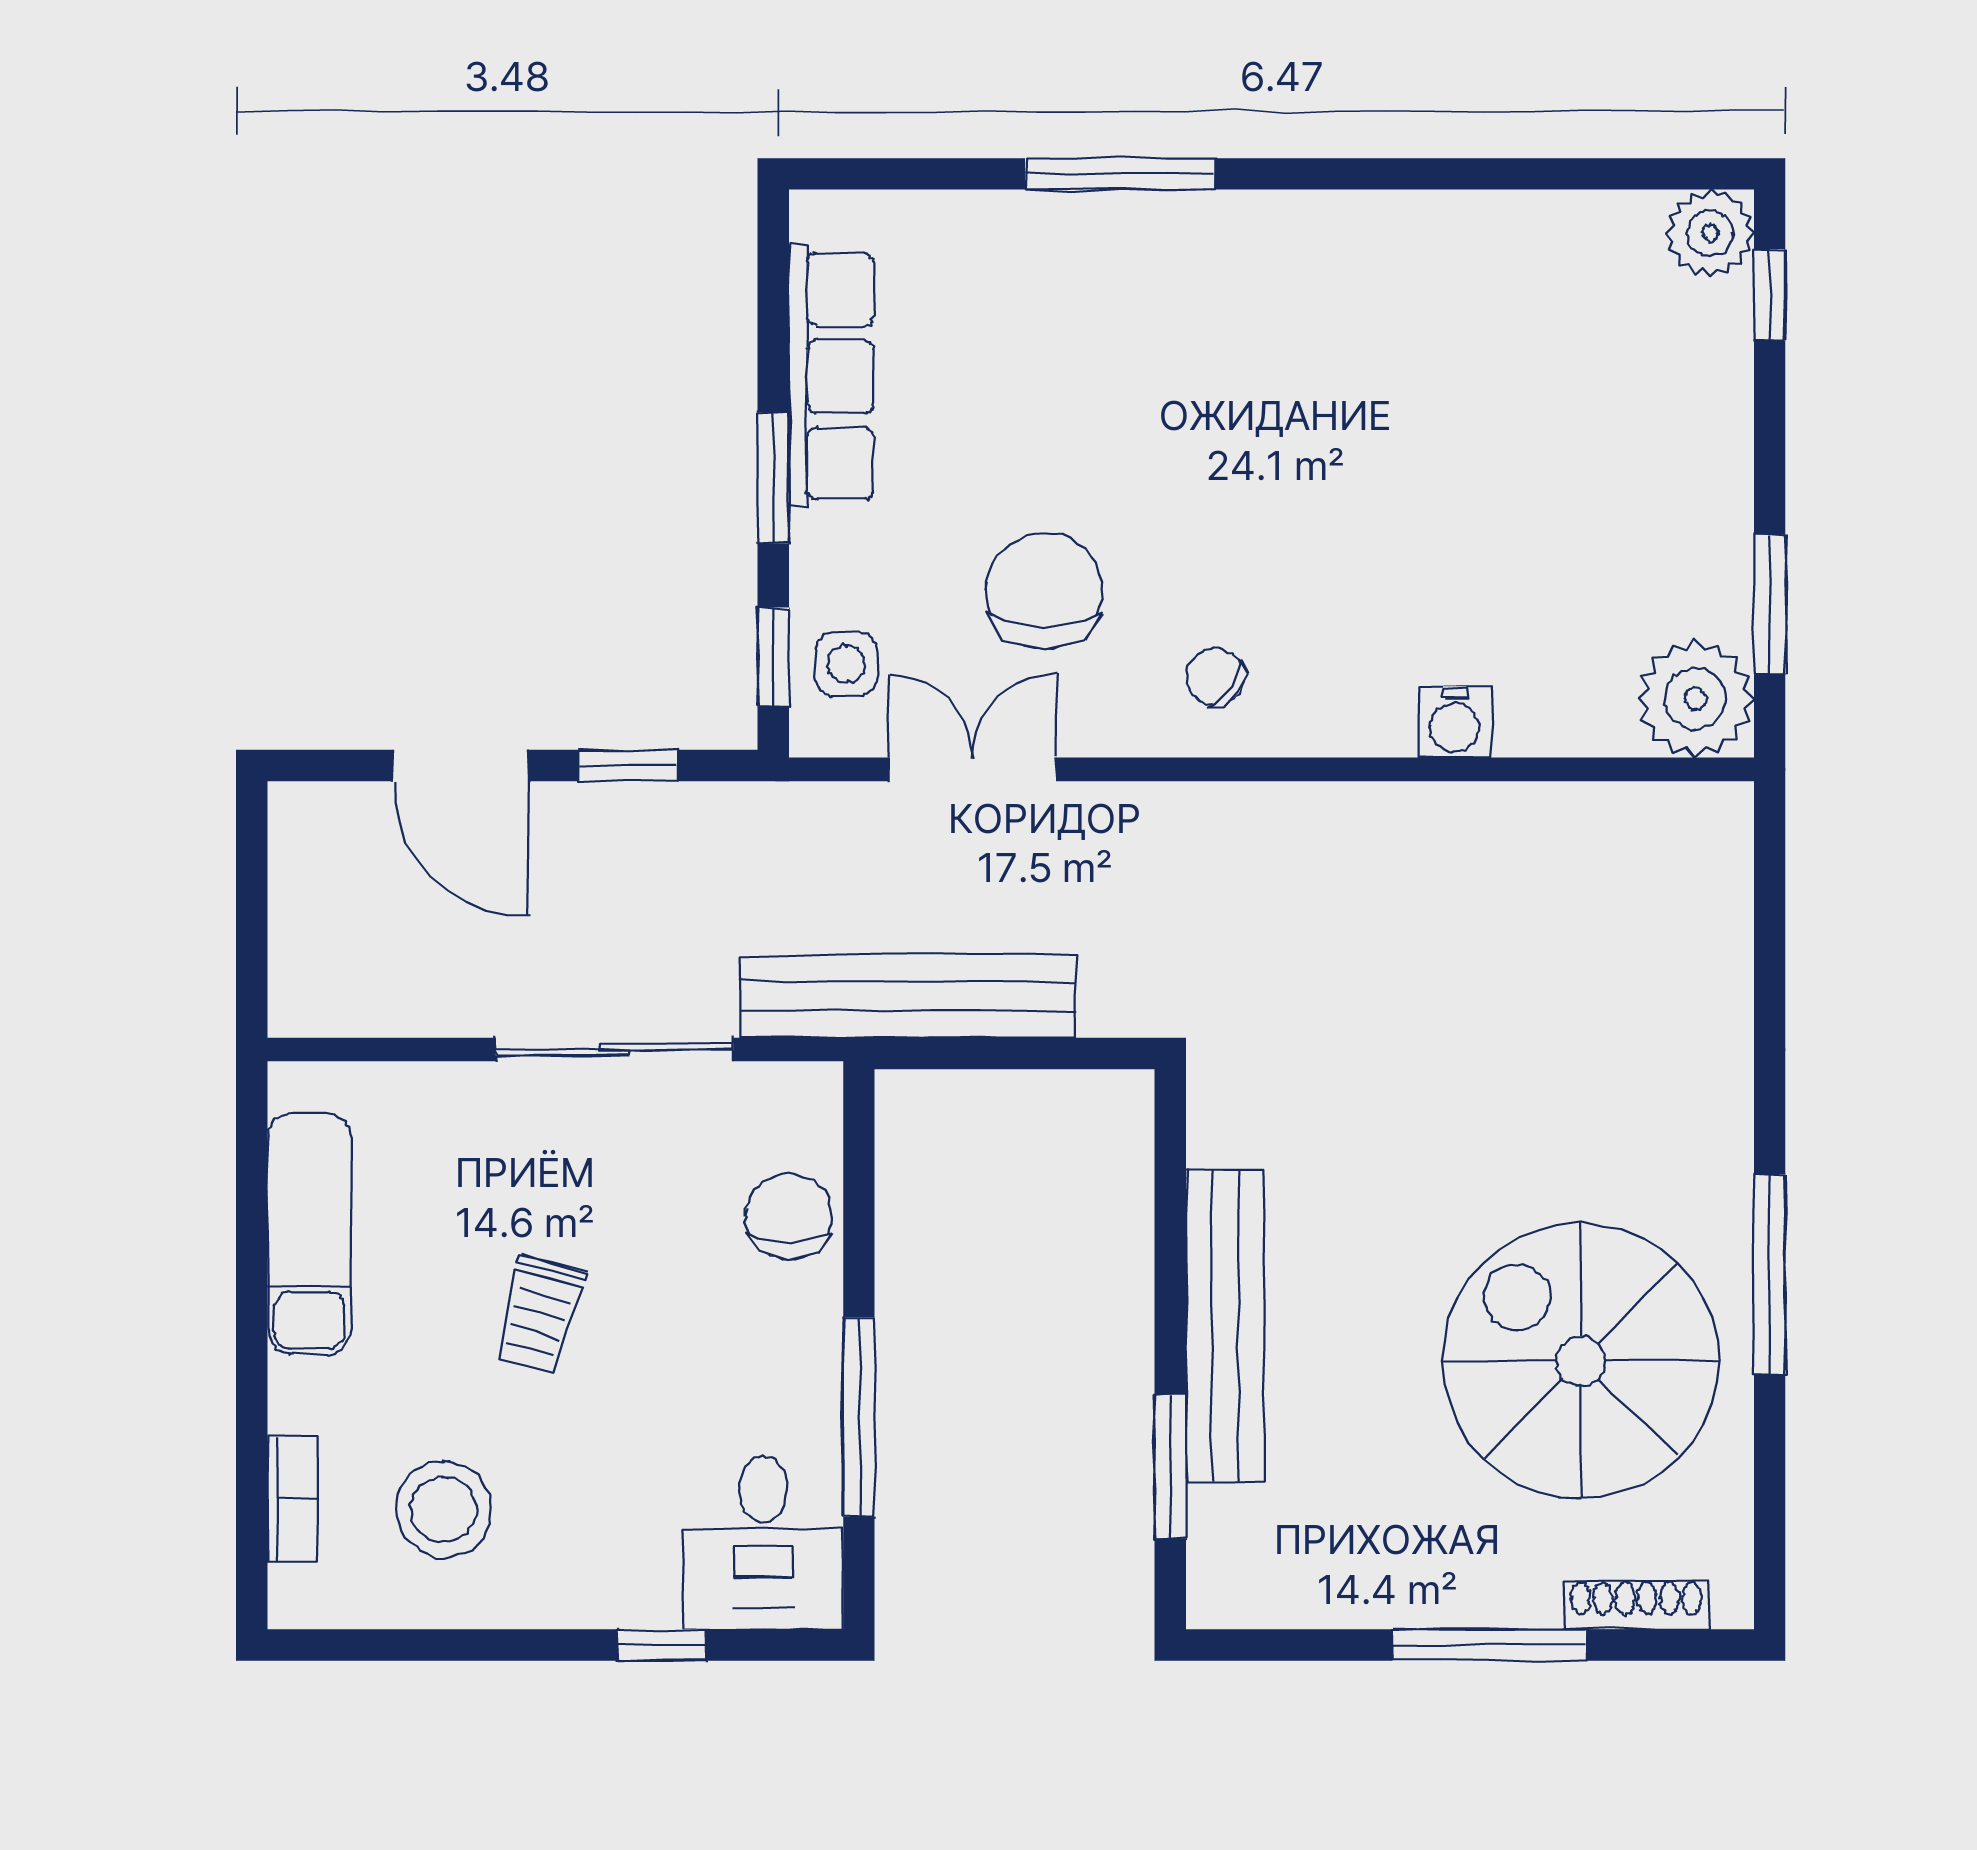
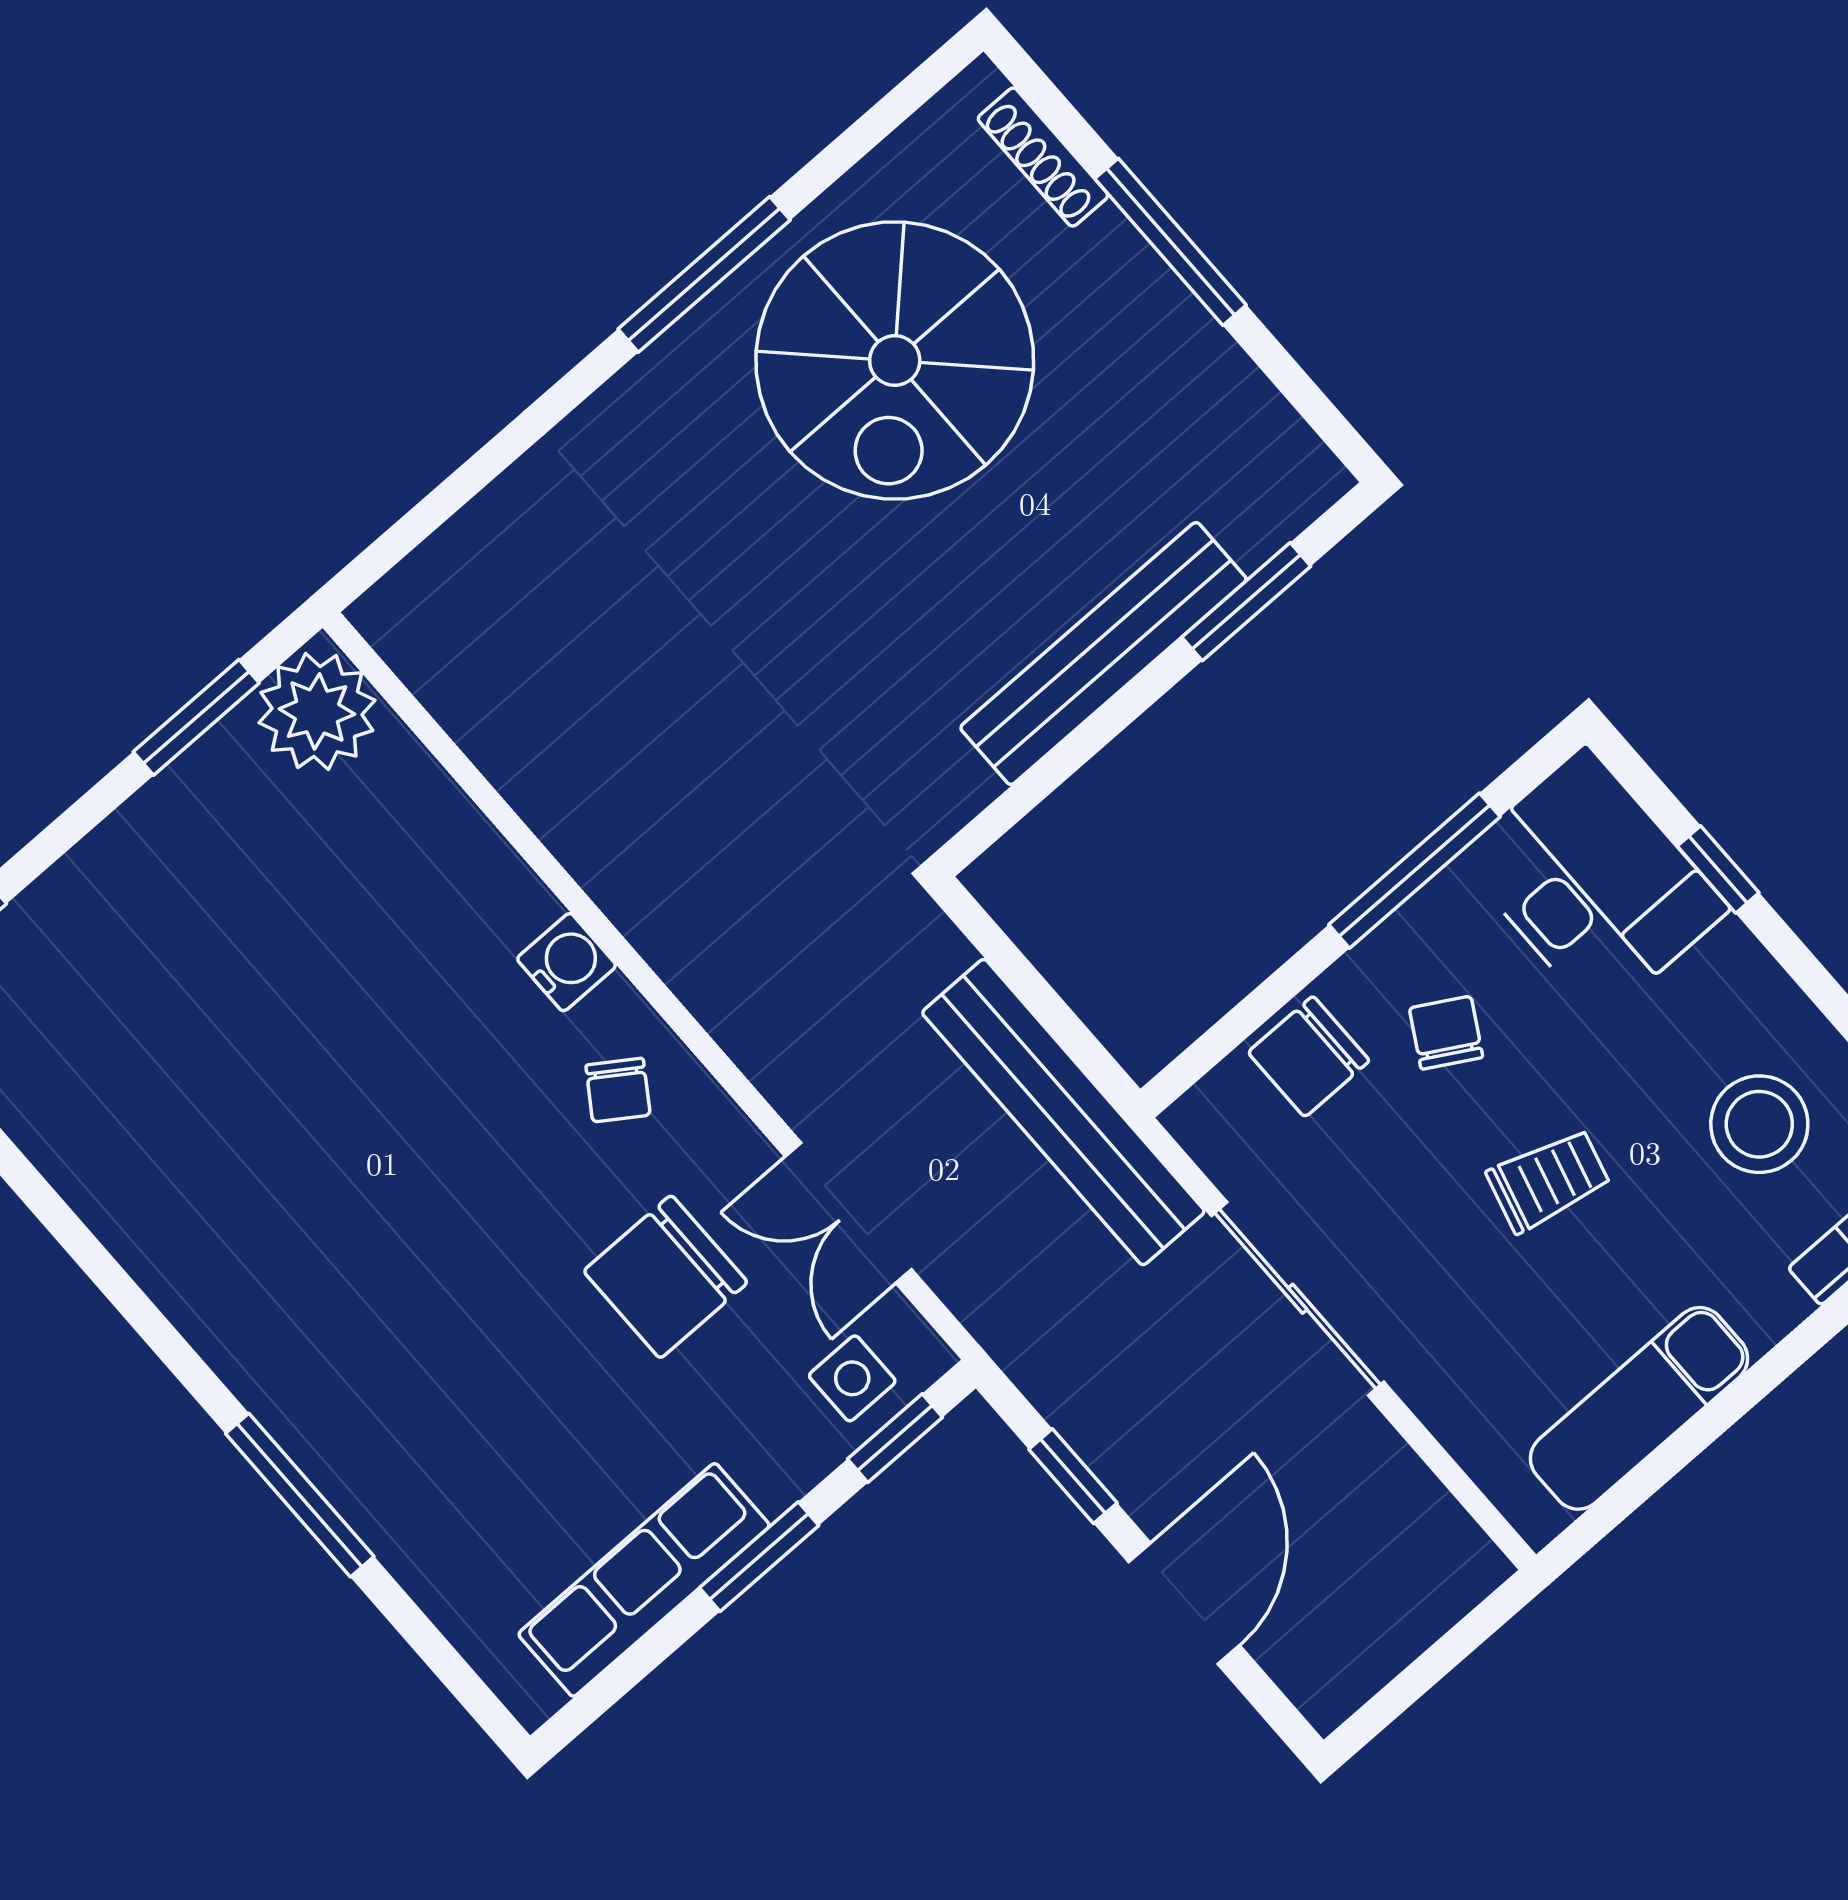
water cooler: (1455, 722) -> (567, 962), moved
chair: (717, 1335) -> (1446, 1033), added
desk: (763, 1543) -> (1593, 883), width x1.37

